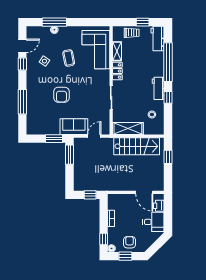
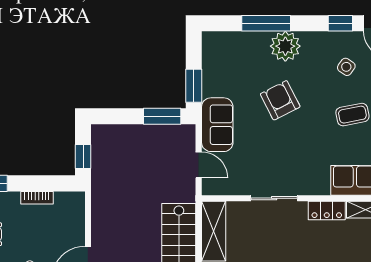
plant: (34, 92) -> (285, 46), added
armchair: (61, 95) -> (280, 100), turned 63

